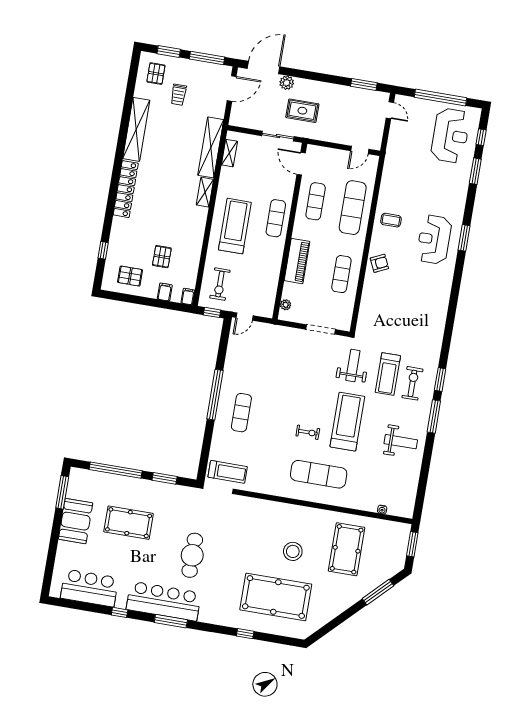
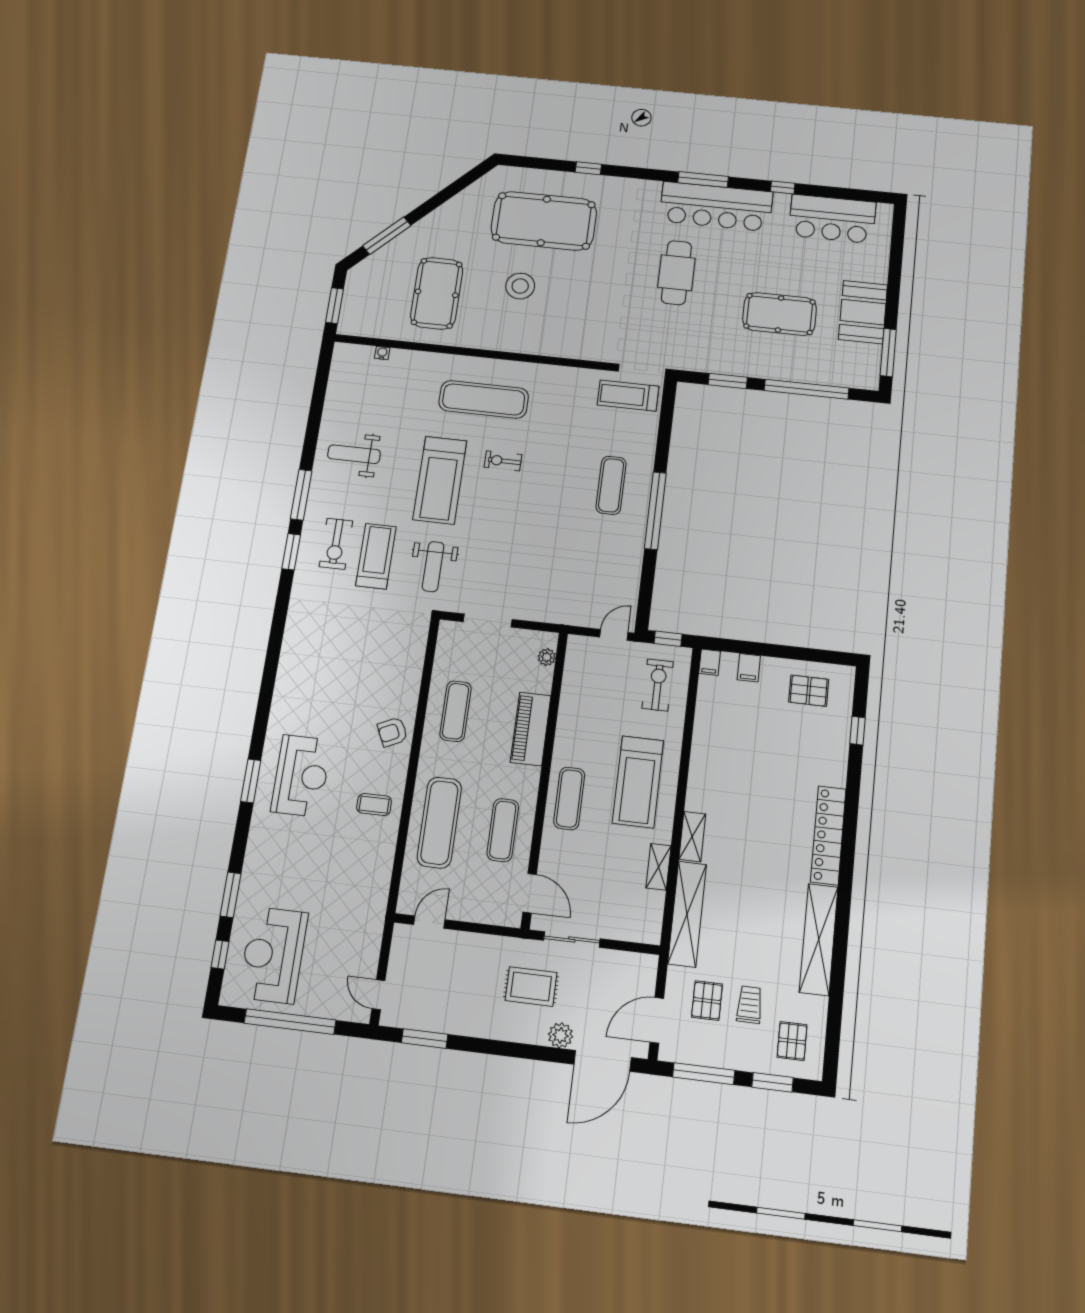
shelving: (229, 153) -> (659, 867), moved
pallet: (162, 257) -> (707, 1001), moved

